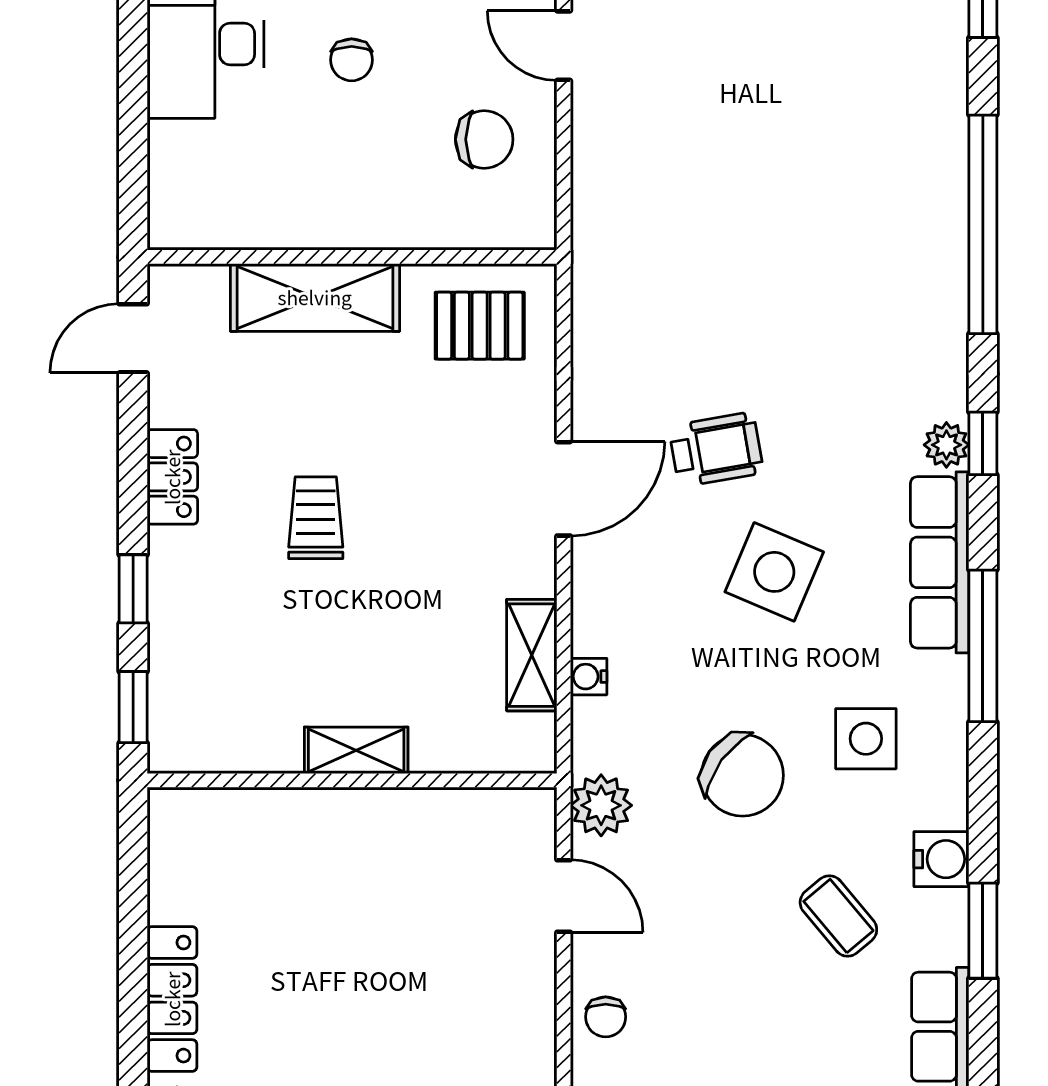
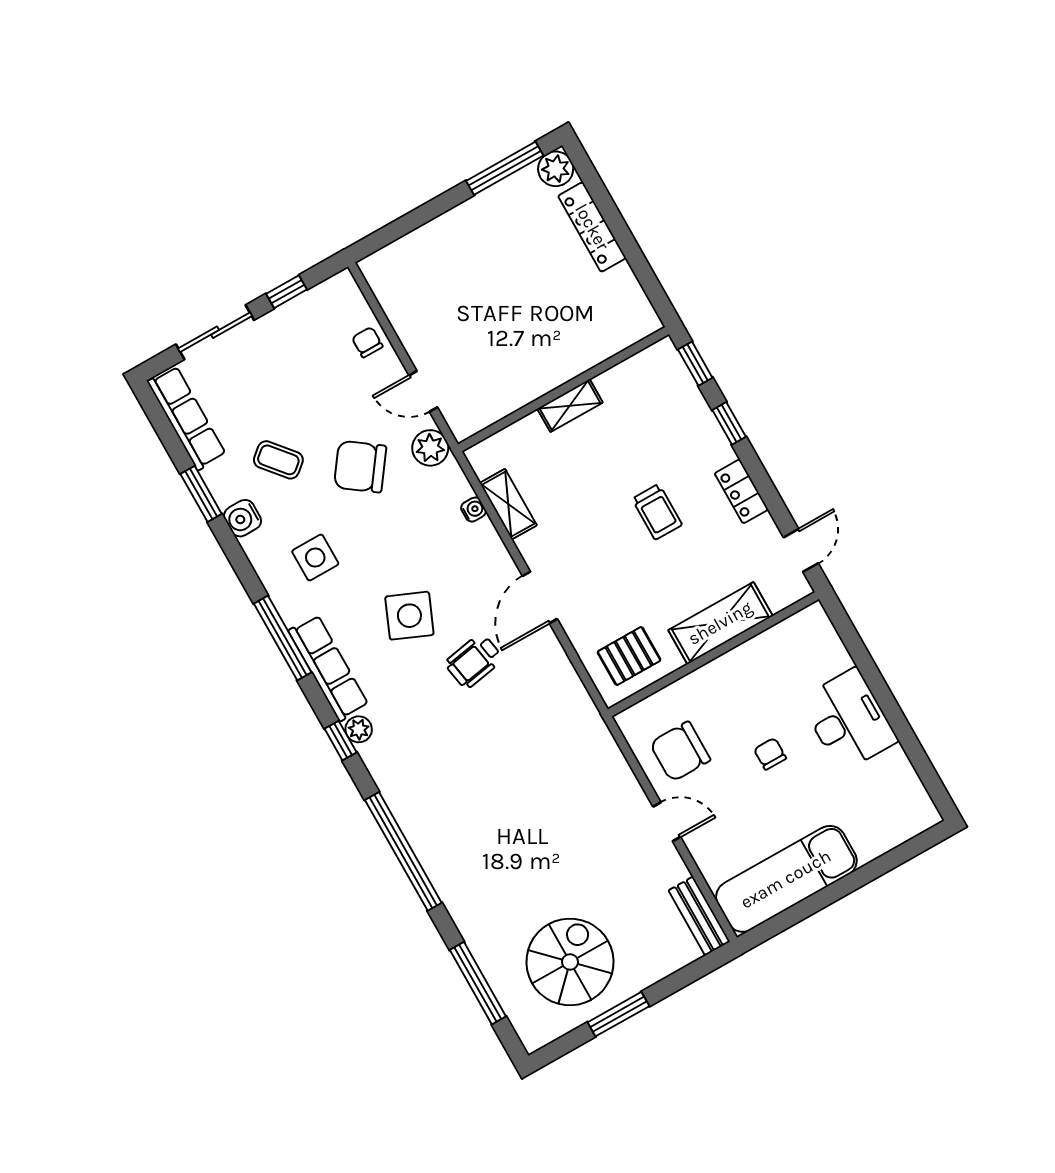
chair: (484, 139) -> (680, 751), width x1.37, depth x1.37
chair: (742, 775) -> (360, 467), moved

